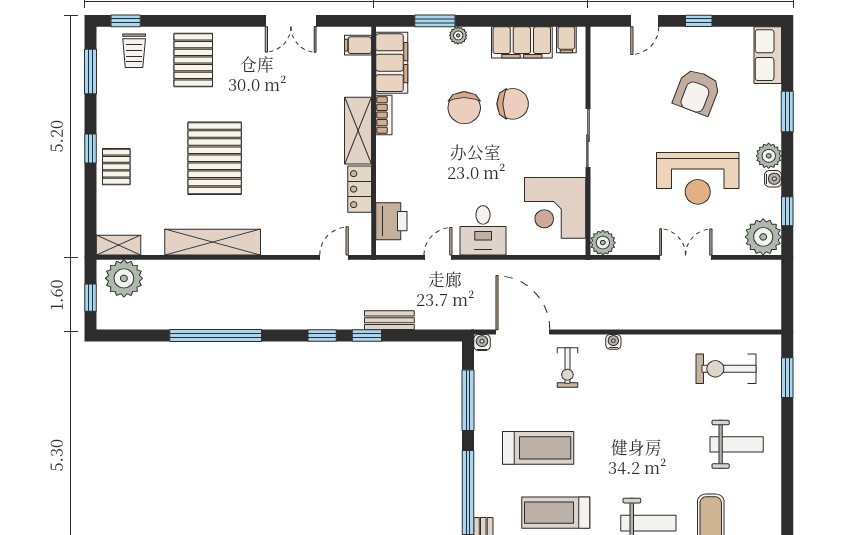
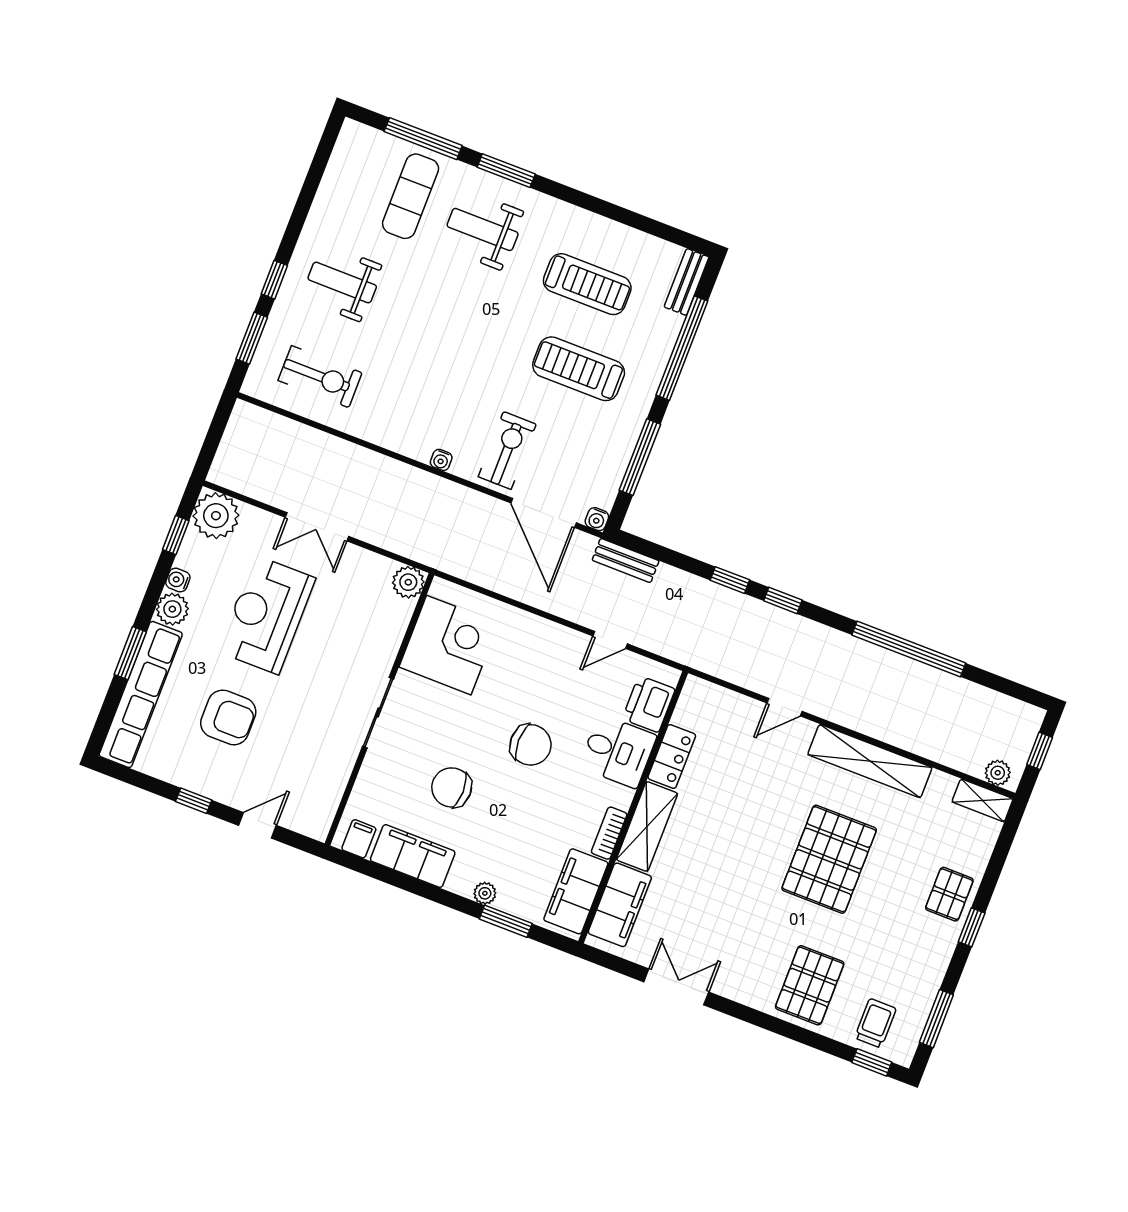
filing cabinet: (358, 45) -> (620, 905), width x3.00, depth x1.17
row of seats: (768, 55) -> (141, 694), width x2.02
armchair: (697, 92) -> (228, 717), turned 69
chair: (464, 108) -> (531, 745), moved, turned 90
reception desk: (698, 178) -> (267, 615), turned -90
desk: (483, 230) -> (618, 751), moved, turned 90
door: (334, 257) -> (785, 707), moved
plant: (124, 278) -> (998, 773), width x0.53, depth x0.53
bench: (389, 320) -> (626, 561), moved
exercise bike: (567, 368) -> (507, 450), width x1.38, depth x1.39
window: (787, 427) -> (274, 280), added

